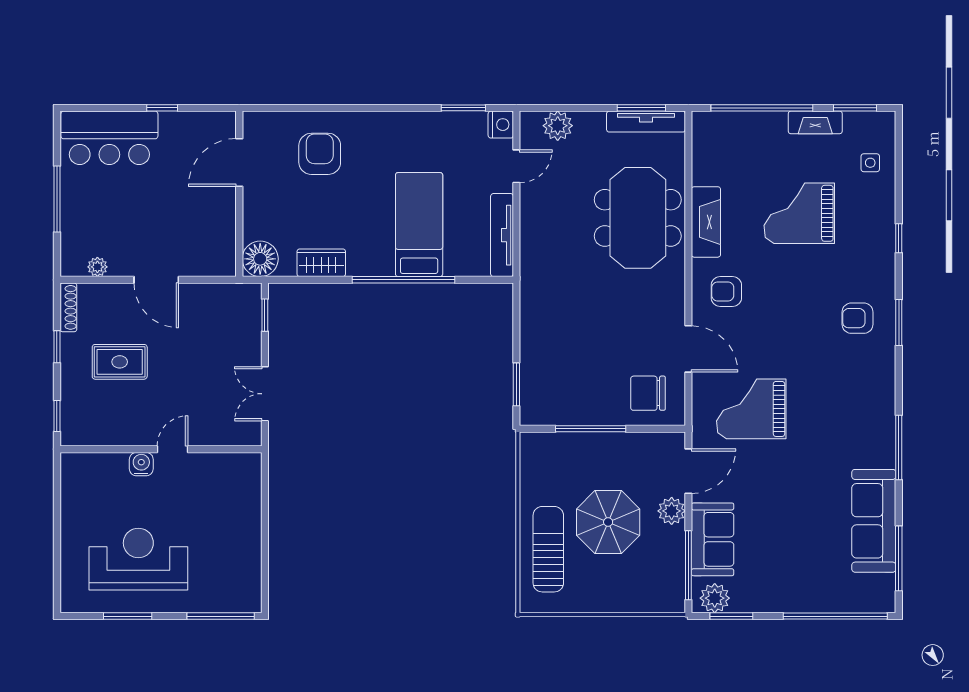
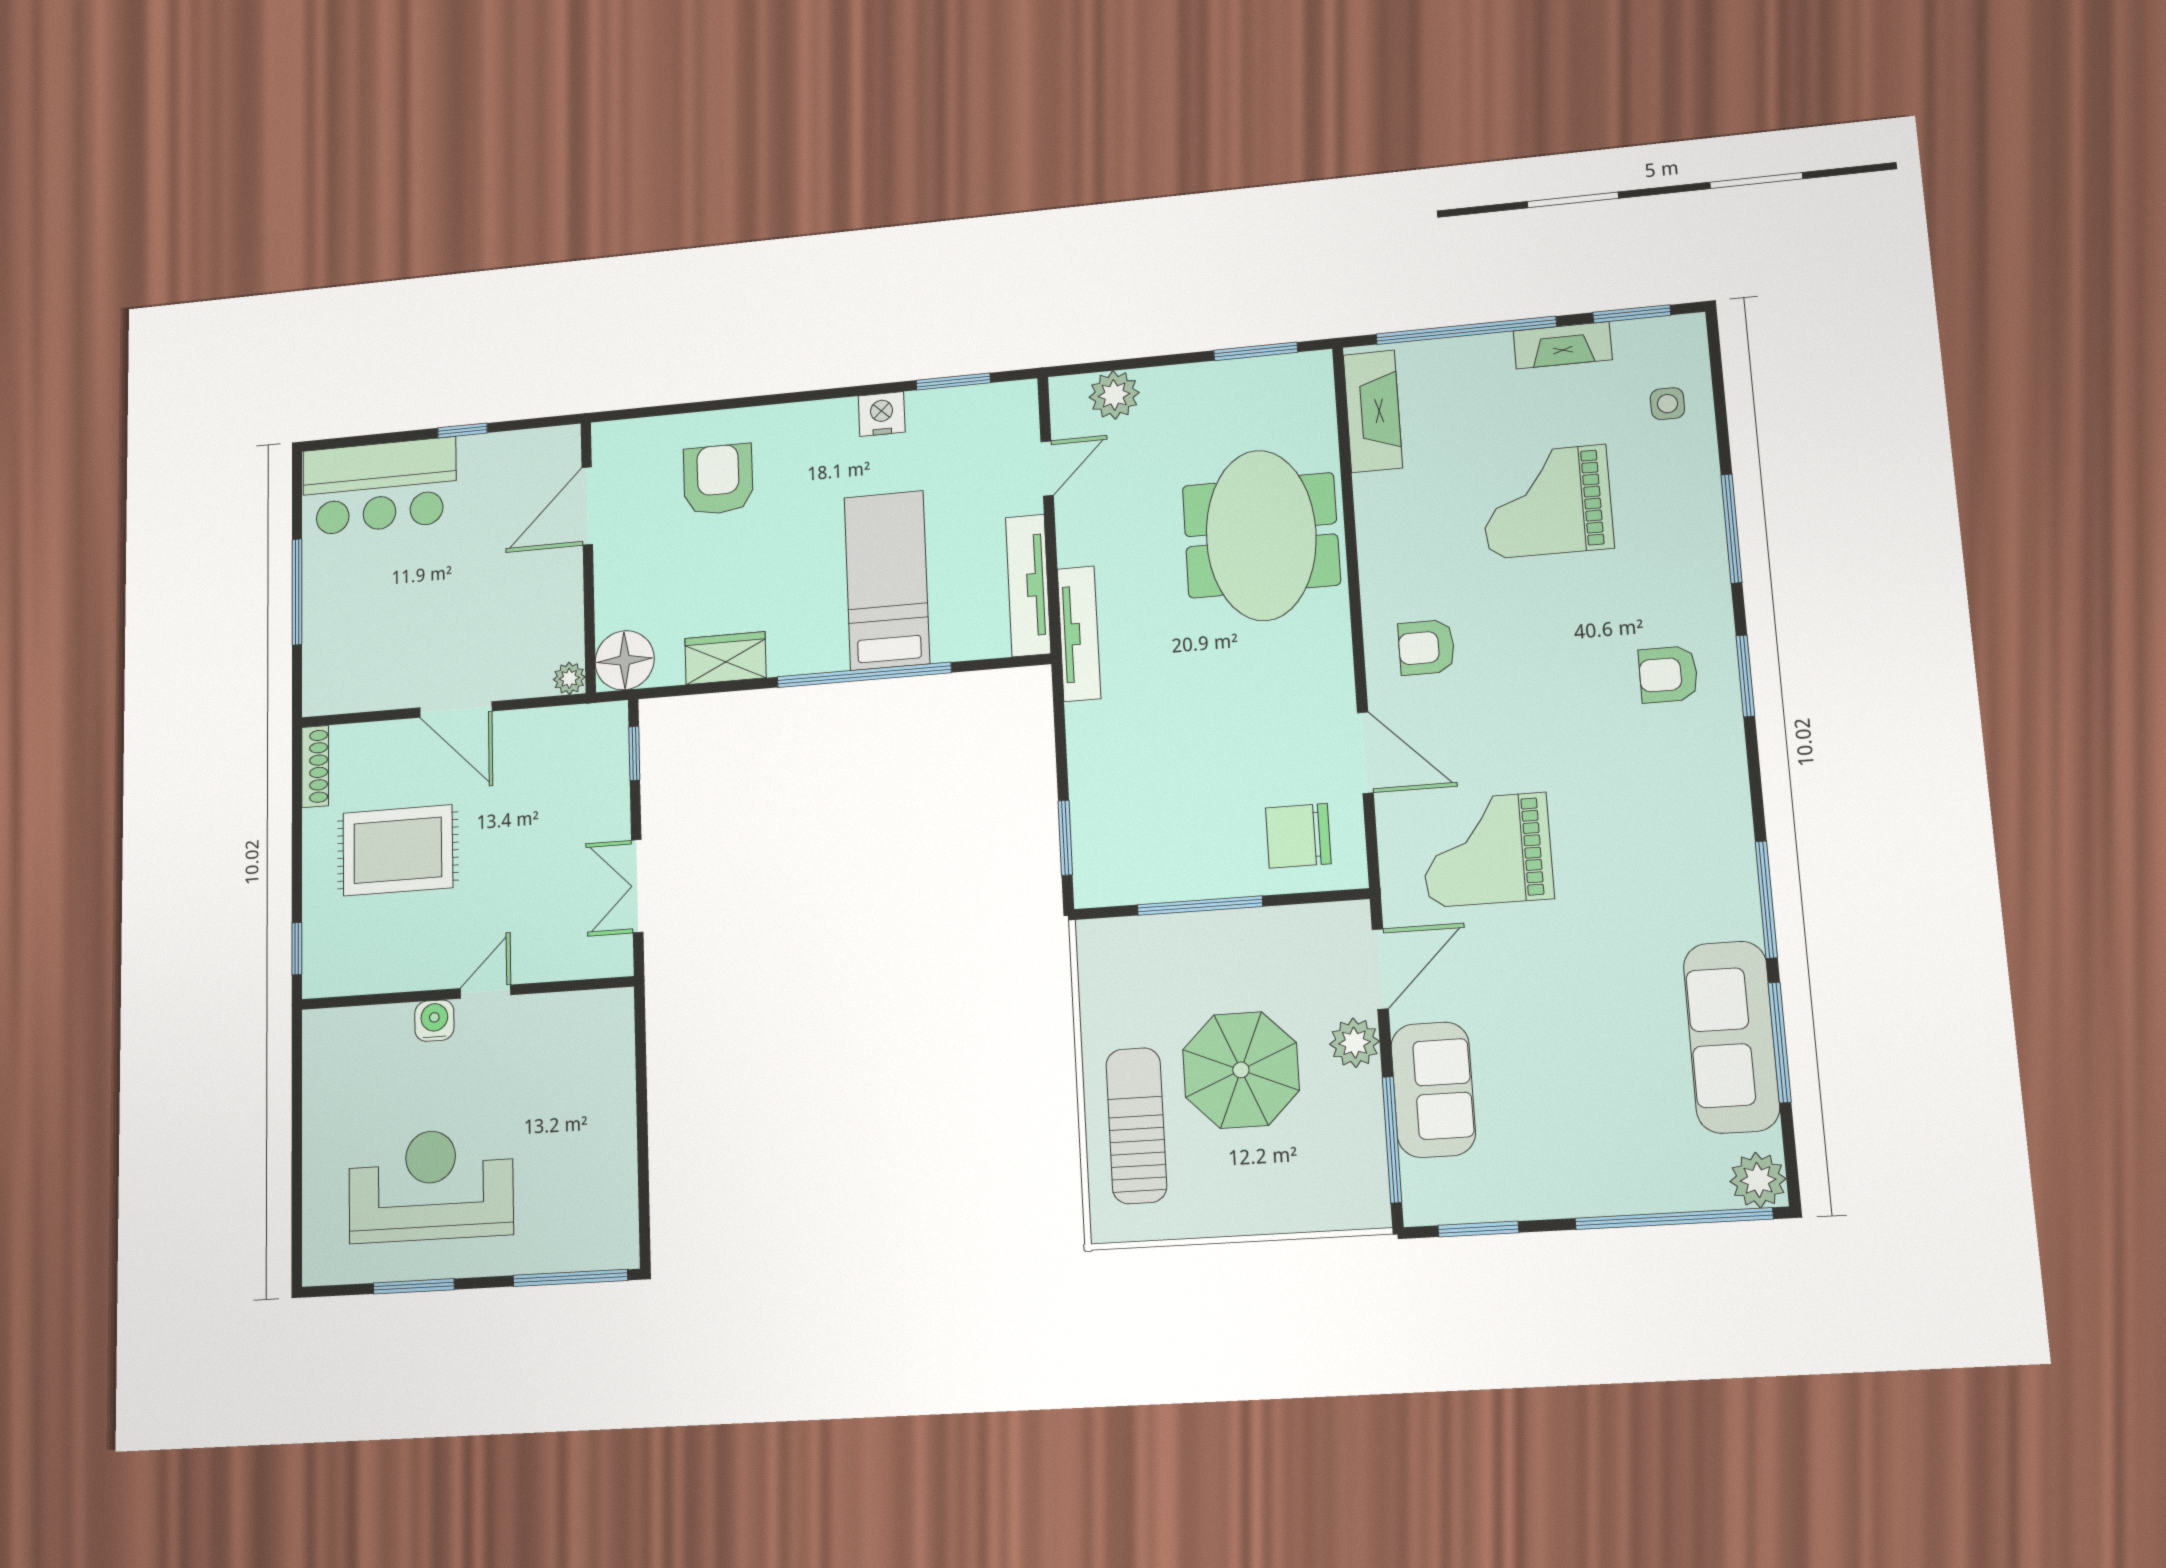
tv unit: (646, 122) -> (1079, 634), moved, turned -90
nightstand: (501, 125) -> (882, 414), moved, turned -90
fireplace: (706, 222) -> (1373, 411), moved
window: (899, 238) -> (1731, 529), width x2.17
plant: (97, 267) -> (569, 678), moved
window: (57, 347) -> (297, 833), removed
rug: (120, 362) -> (398, 850), width x1.36, depth x1.43
window: (899, 558) -> (1780, 1042), moved
plant: (715, 598) -> (1758, 1180), moved

